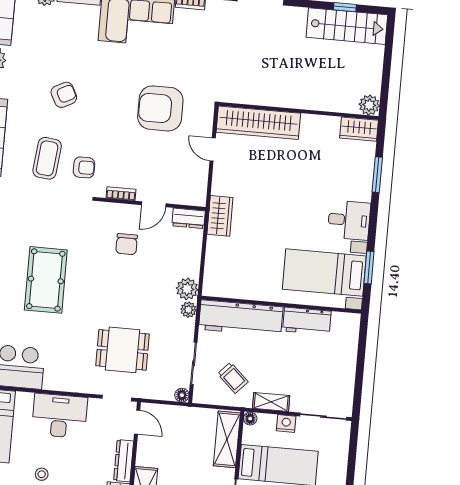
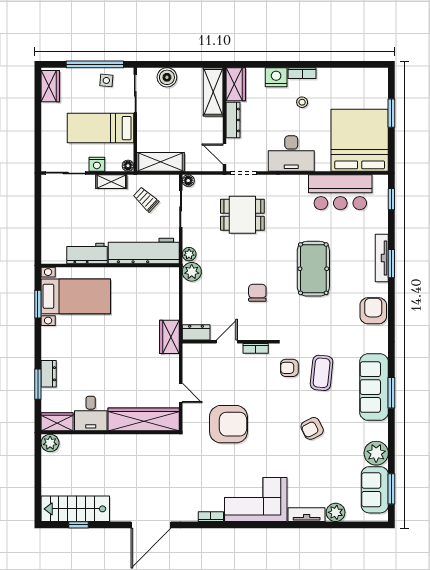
dresser: (364, 185) -> (49, 374), added
desk: (349, 220) -> (91, 413), moved, turned -90
chair: (127, 244) -> (257, 293), moved
shelving: (227, 439) -> (161, 162), moved, turned 90

